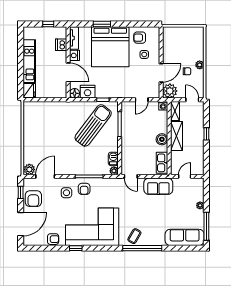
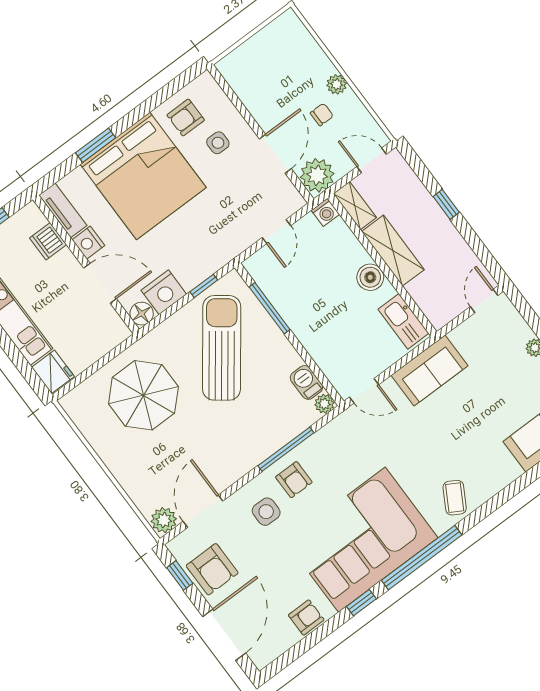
parasol: (54, 122) -> (143, 395), added
door: (185, 176) -> (484, 301), moved
window: (142, 248) -> (422, 558), moved

